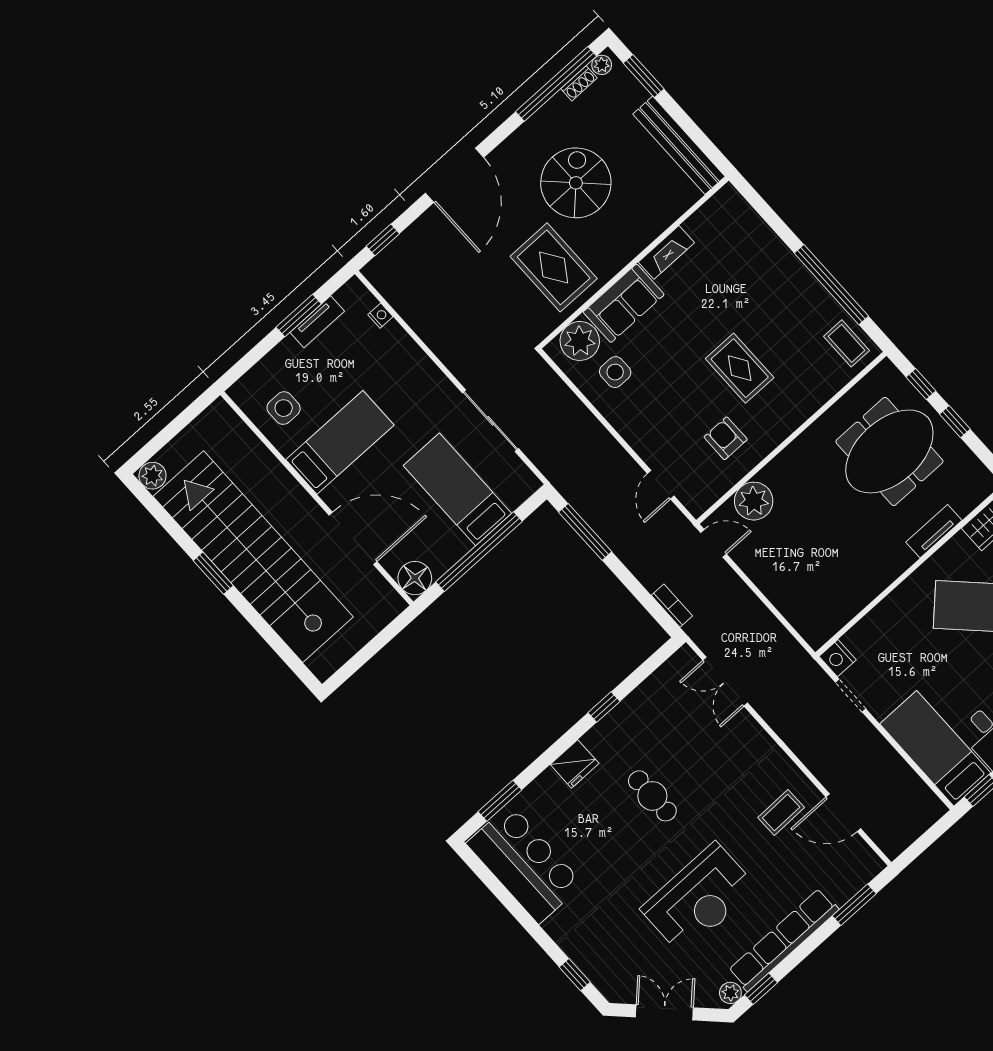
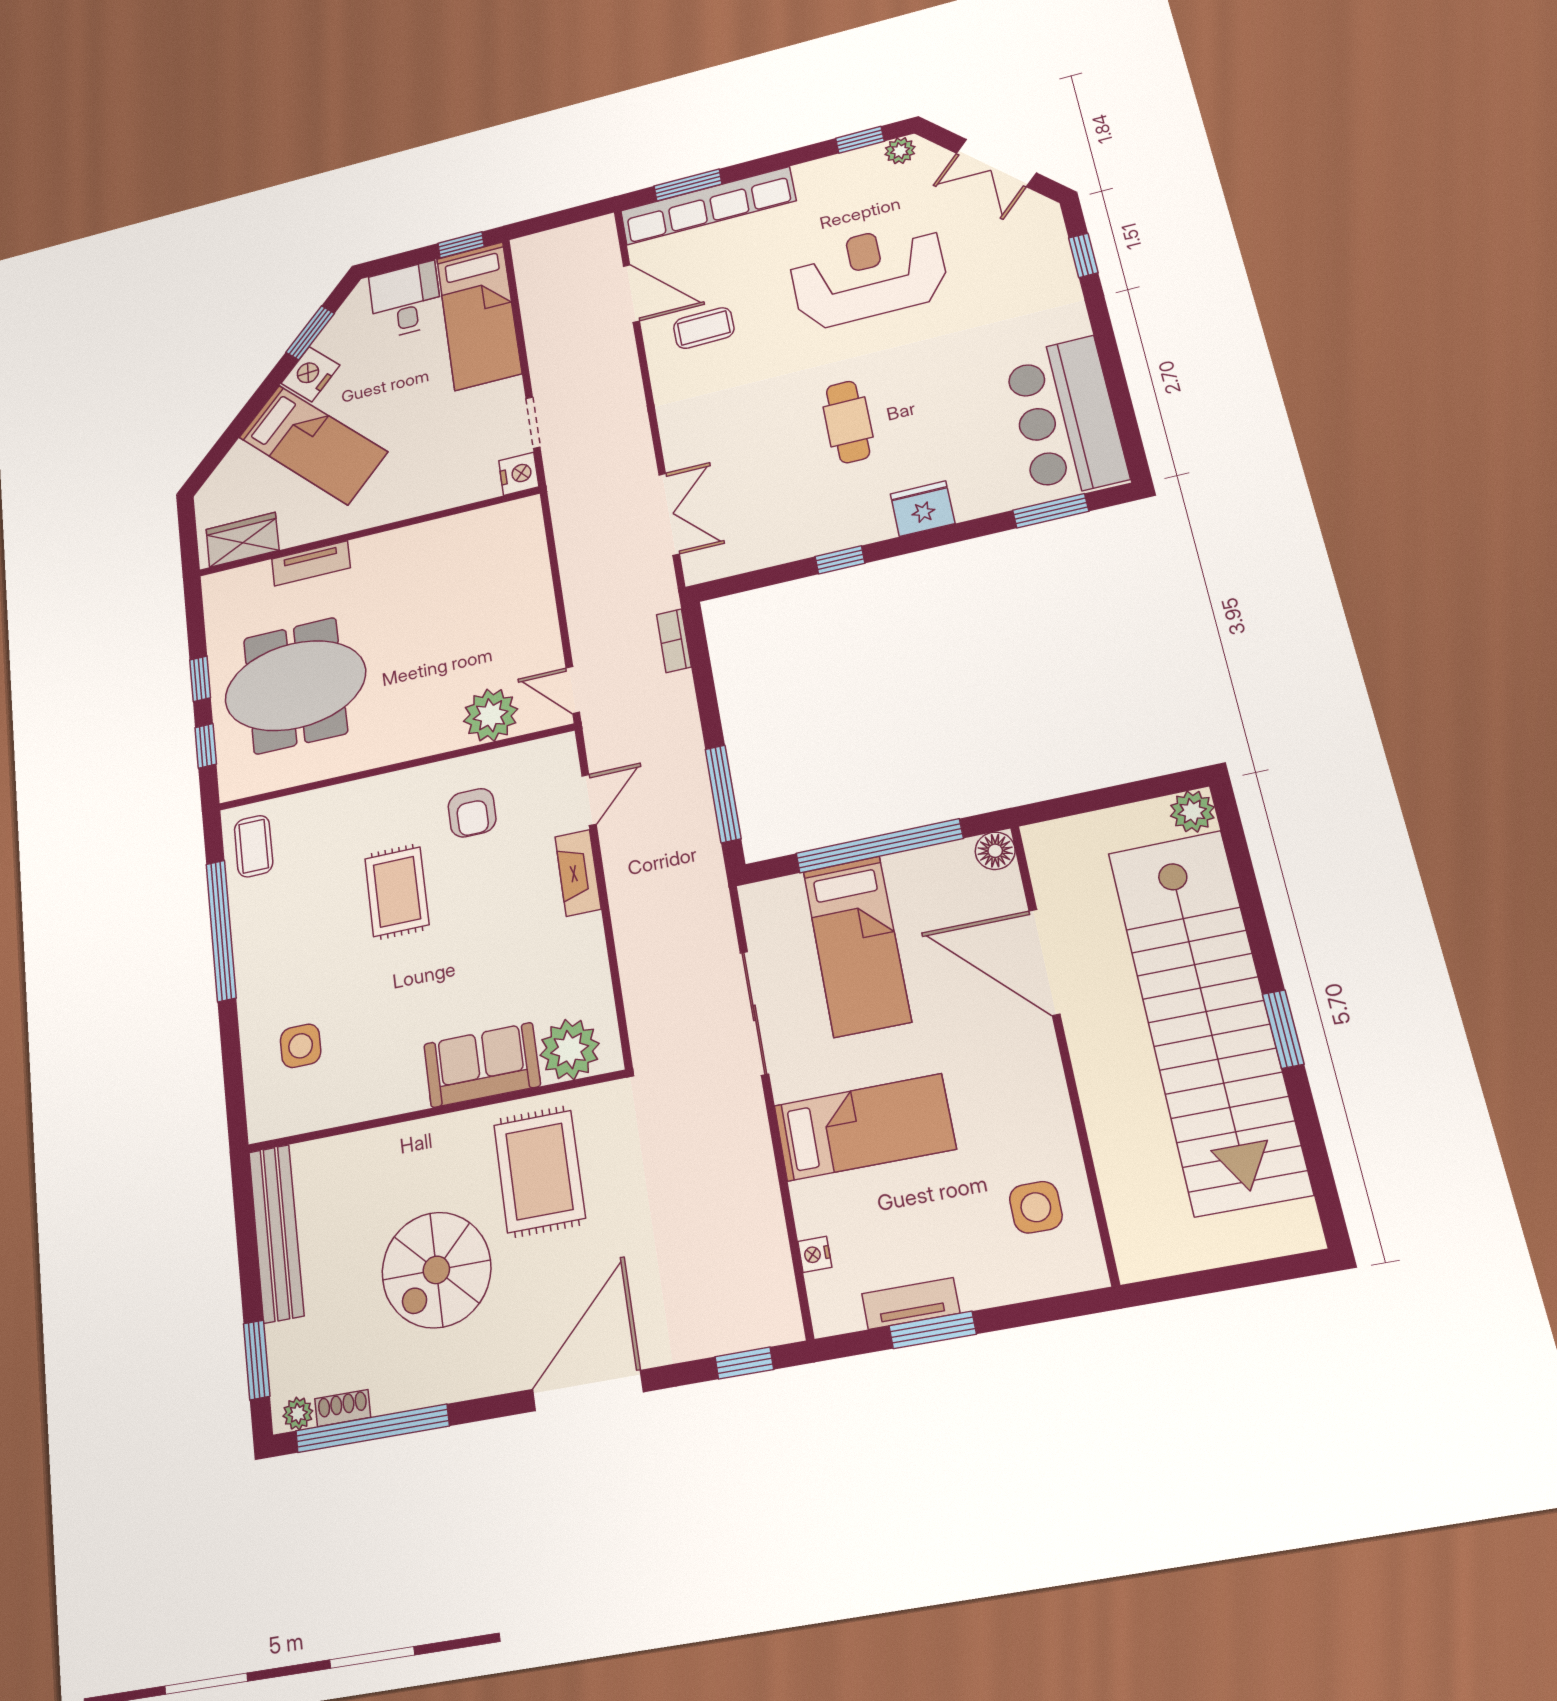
fireplace: (666, 252) -> (578, 873), moved, turned -90
side table: (615, 372) -> (301, 1046), moved
bed: (340, 442) -> (864, 1127), moved, turned 180
plant: (153, 476) -> (1192, 812), moved
floor lamp: (415, 578) -> (995, 851), width x0.73, depth x0.73
row of seats: (784, 940) -> (708, 206), moved

